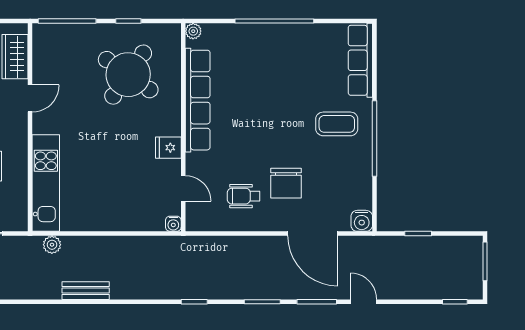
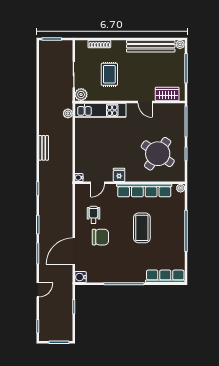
coffee table: (337, 124) -> (142, 228), moved, width x1.36, depth x1.32
chair: (286, 183) -> (100, 237), turned 180
plant: (16, 220) -> (81, 95), added
bench: (86, 291) -> (44, 148), moved
door: (364, 302) -> (38, 290), moved

